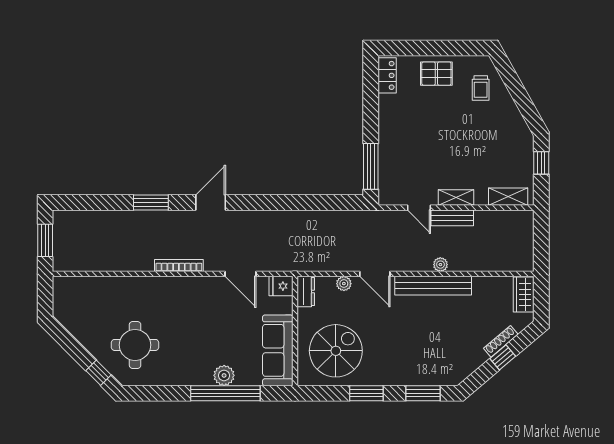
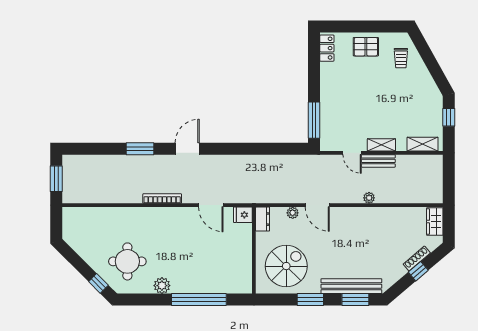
bench: (433, 286) -> (351, 286), moved
sofa: (278, 350) -> (240, 266), removed
plant: (224, 375) -> (162, 286), moved

